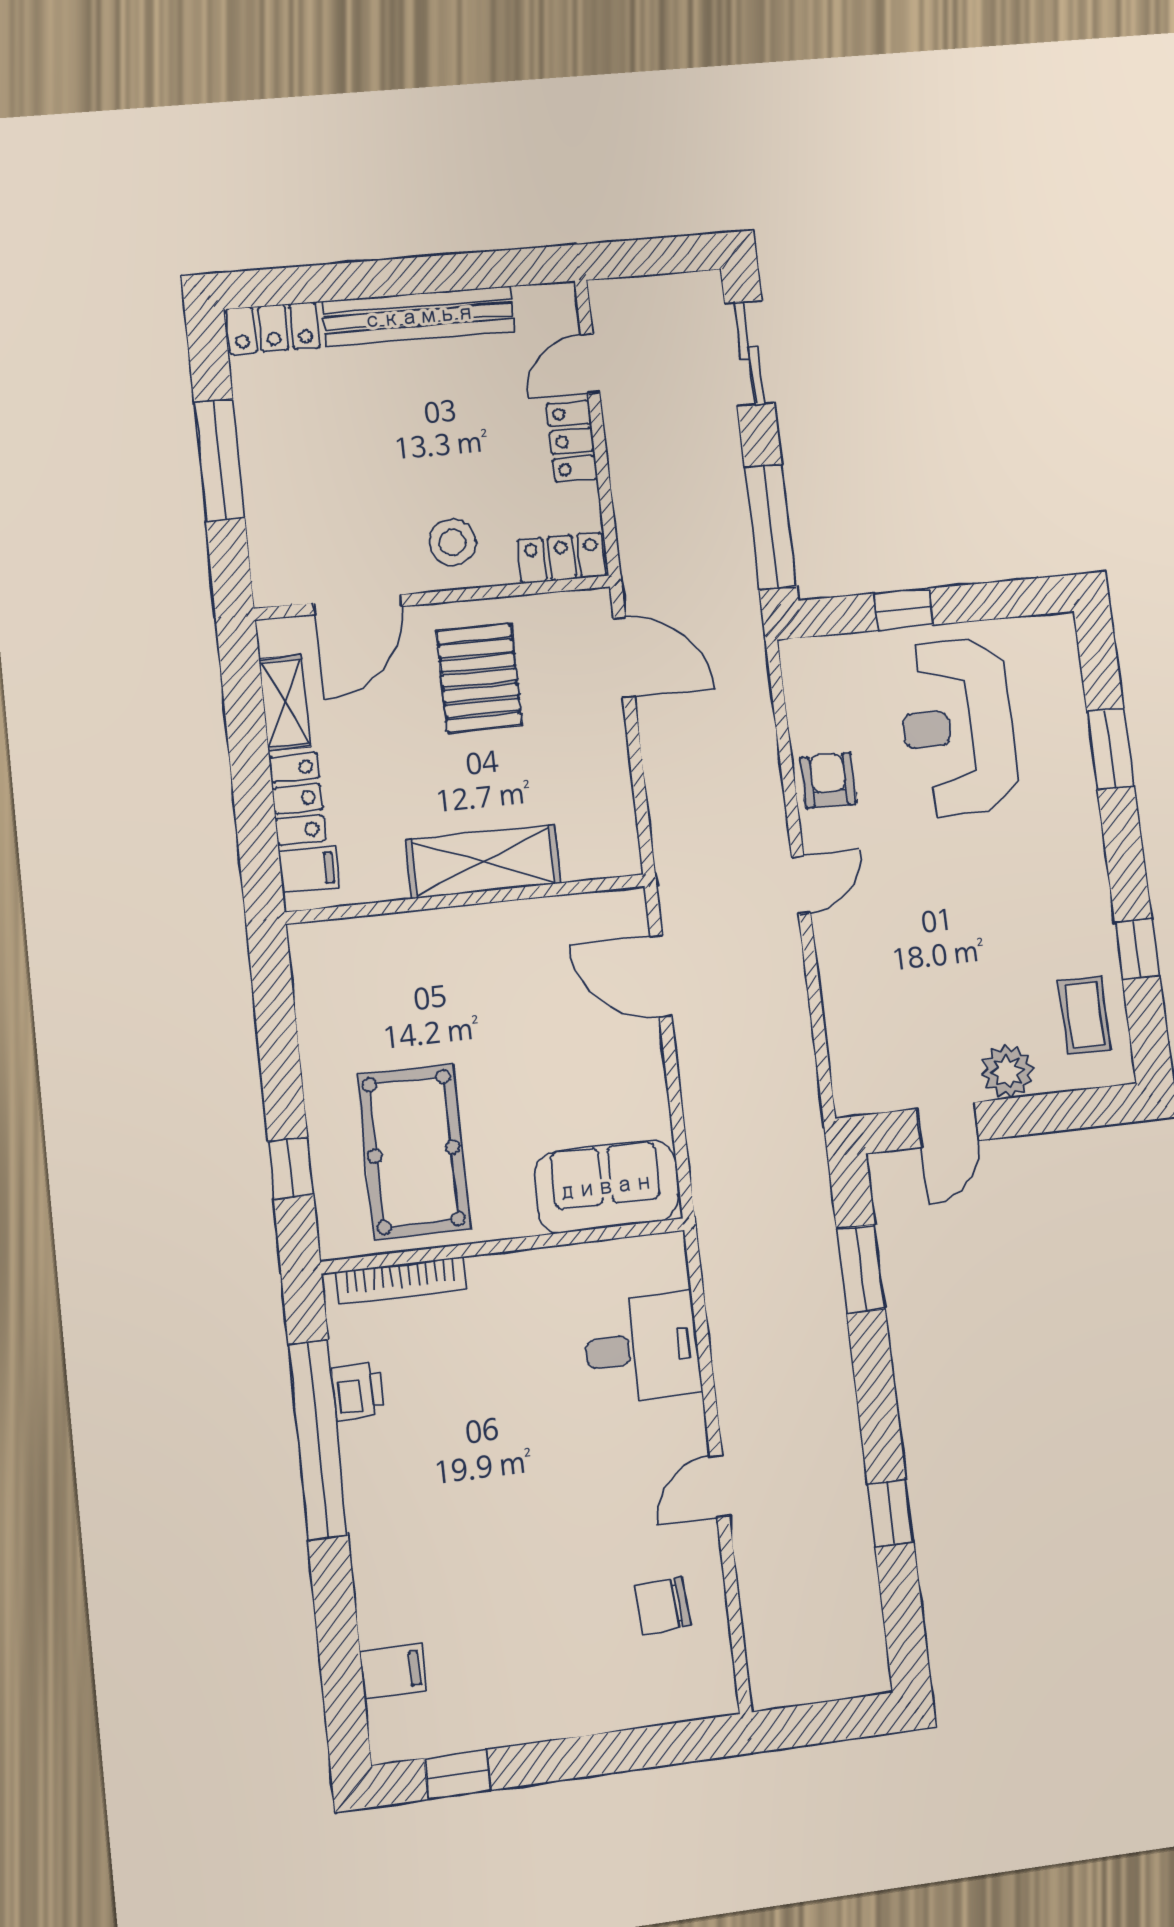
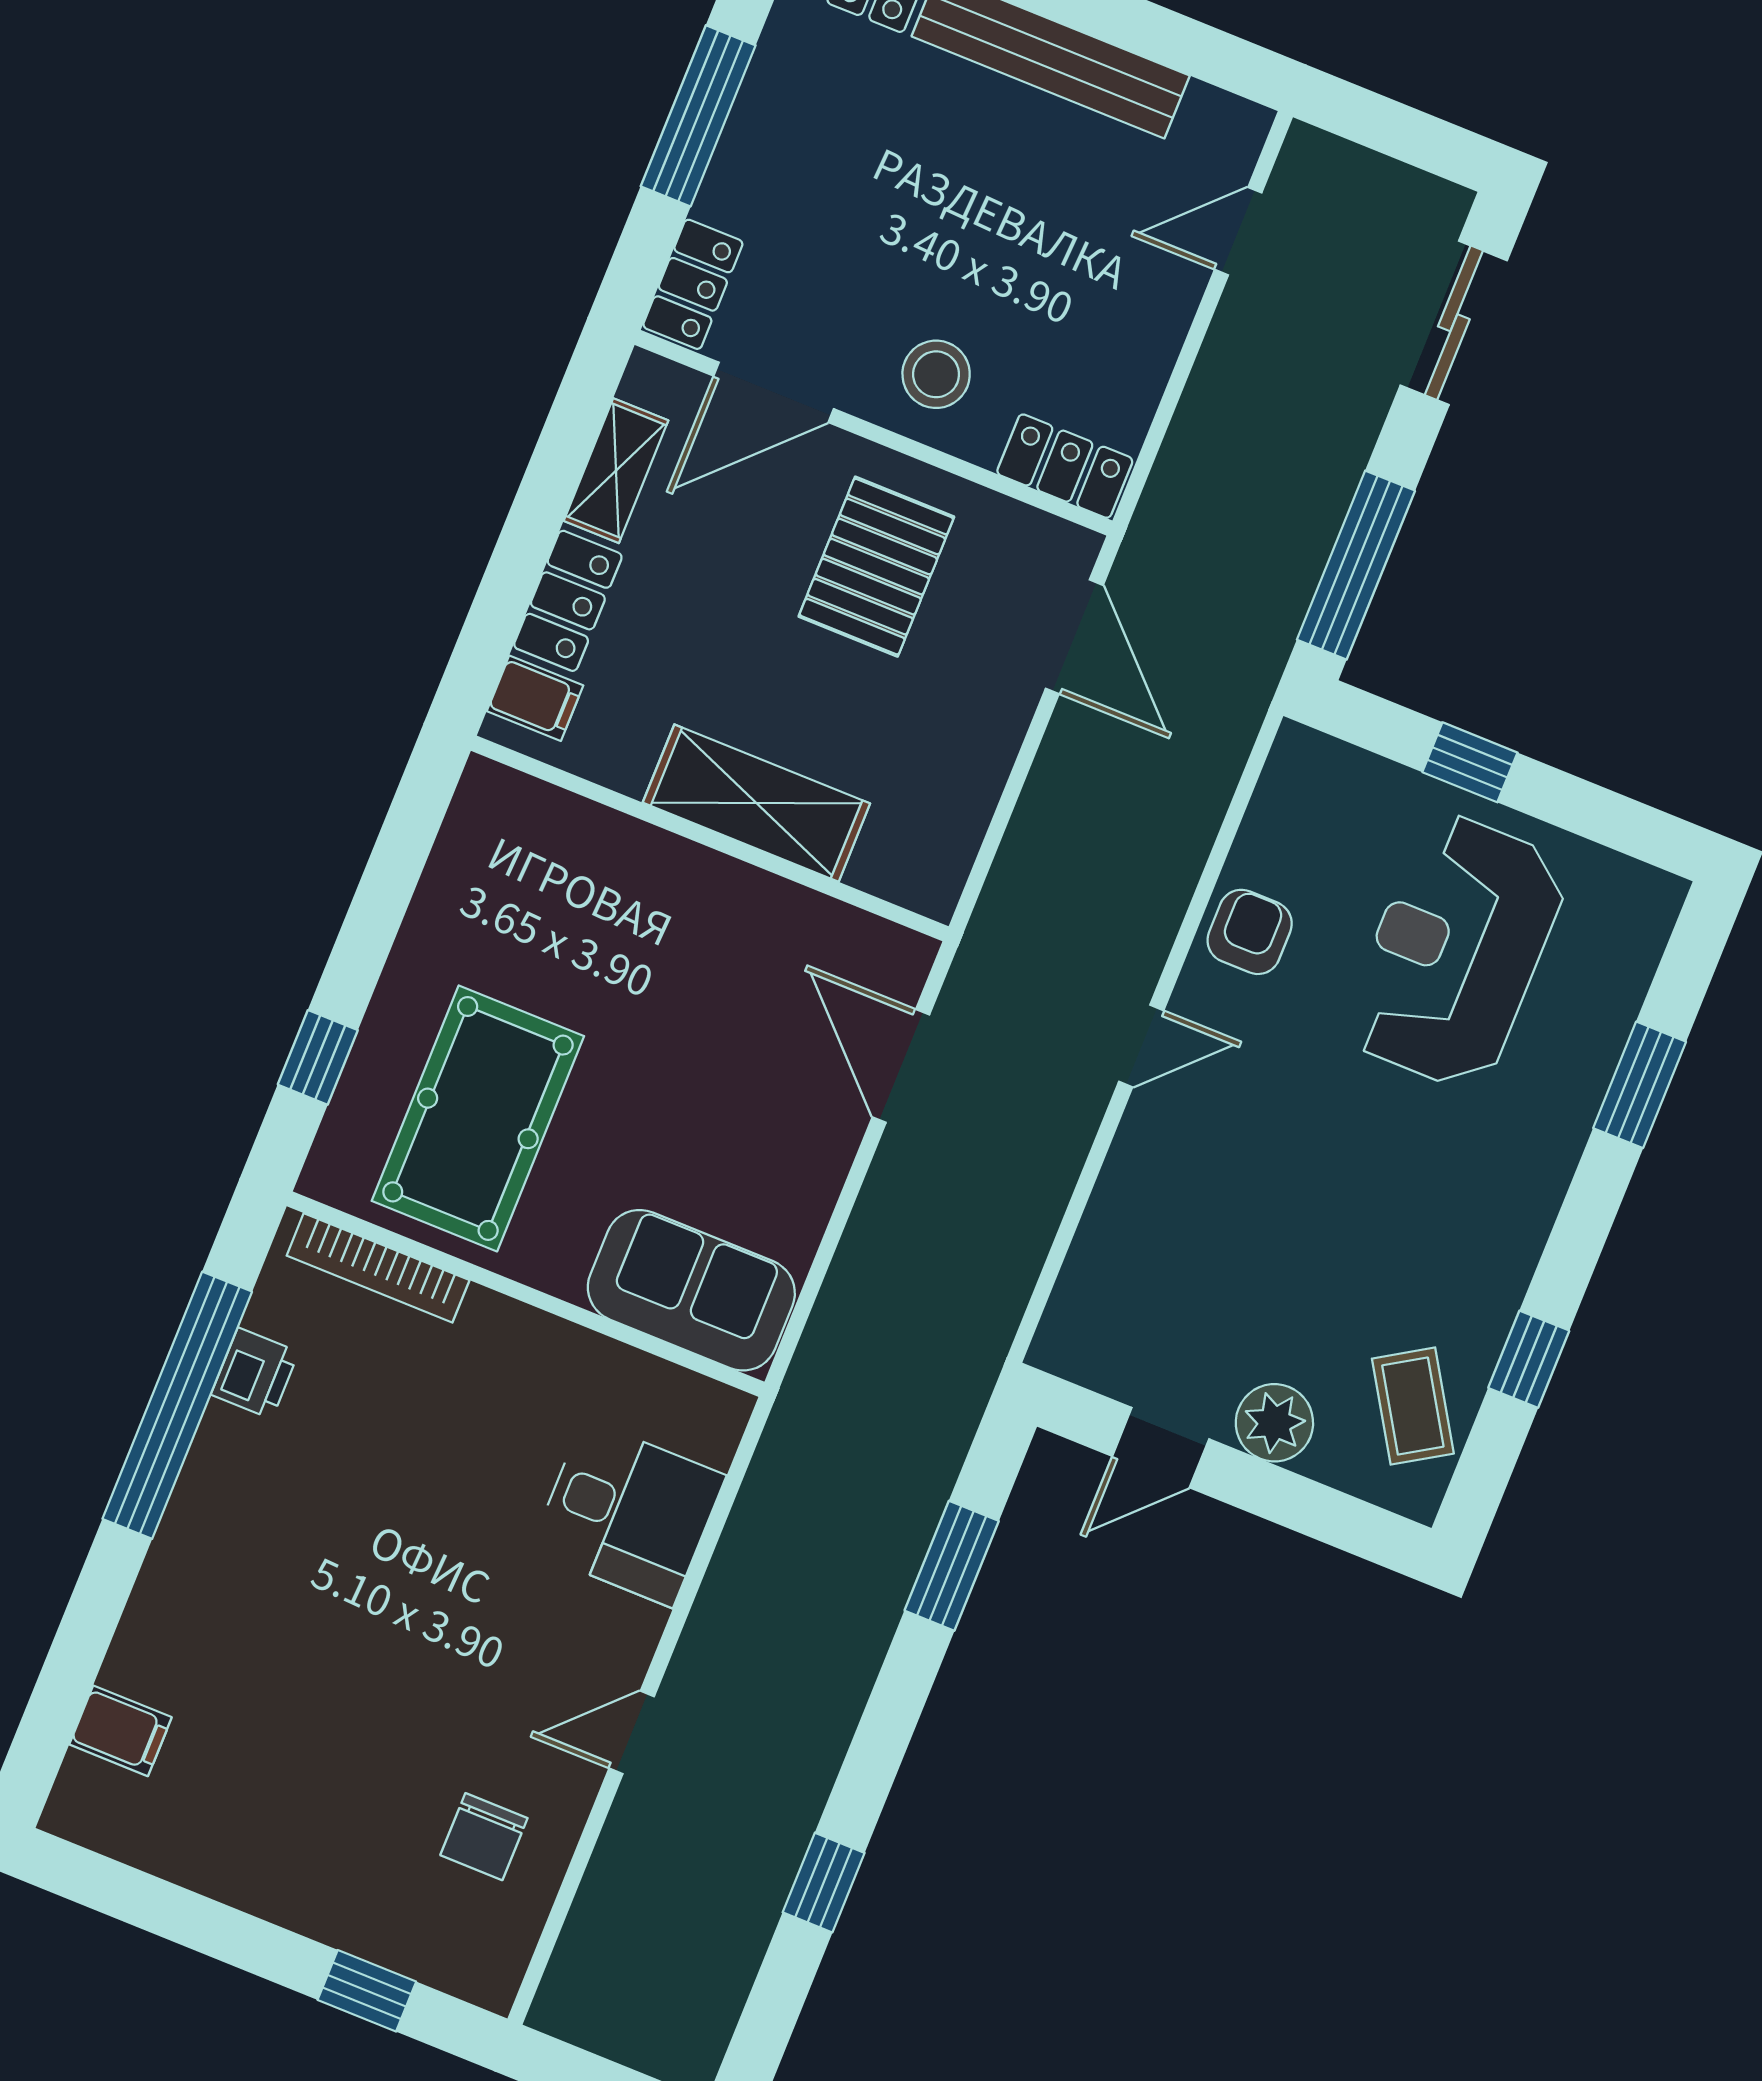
locker: (572, 441) -> (693, 284), moved, turned 180
coffee table: (1084, 1015) -> (1413, 1406), turned -32
chair: (663, 1606) -> (484, 1837), turned -86
window: (457, 1774) -> (367, 1991), moved

